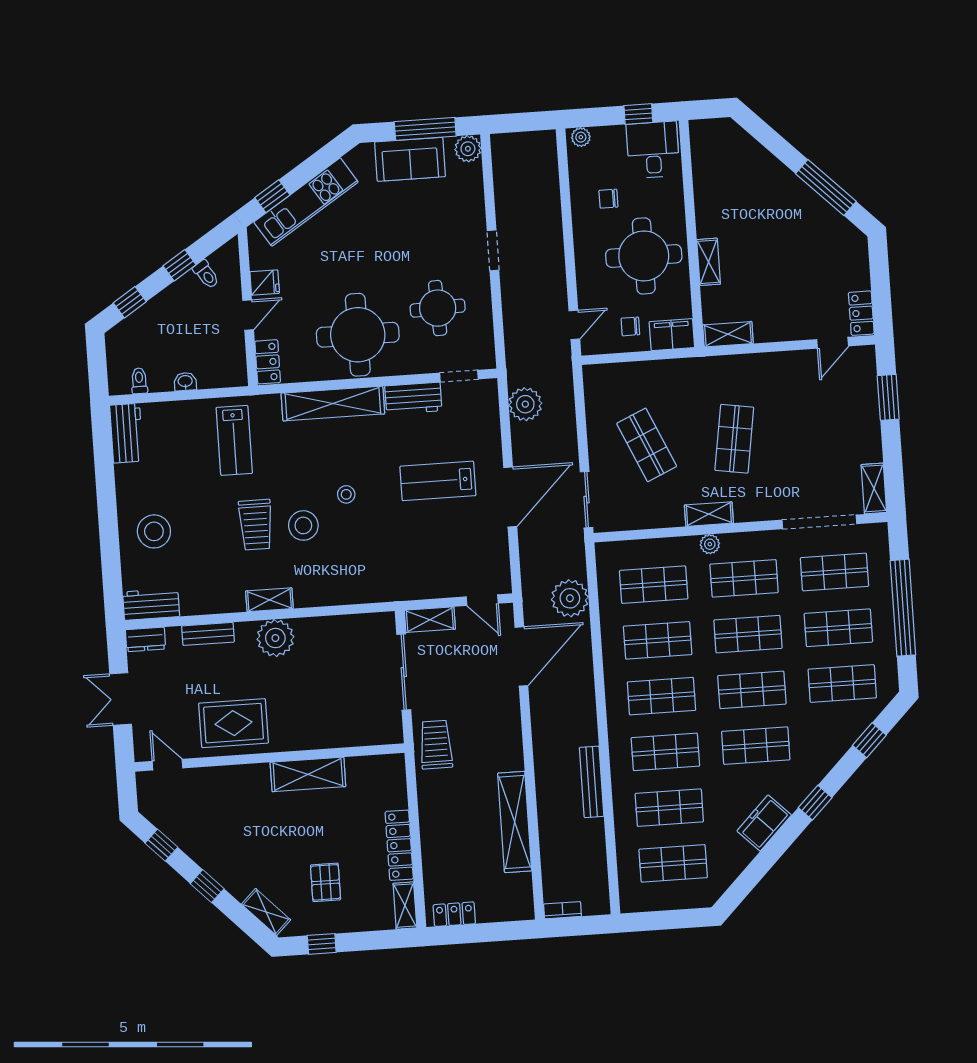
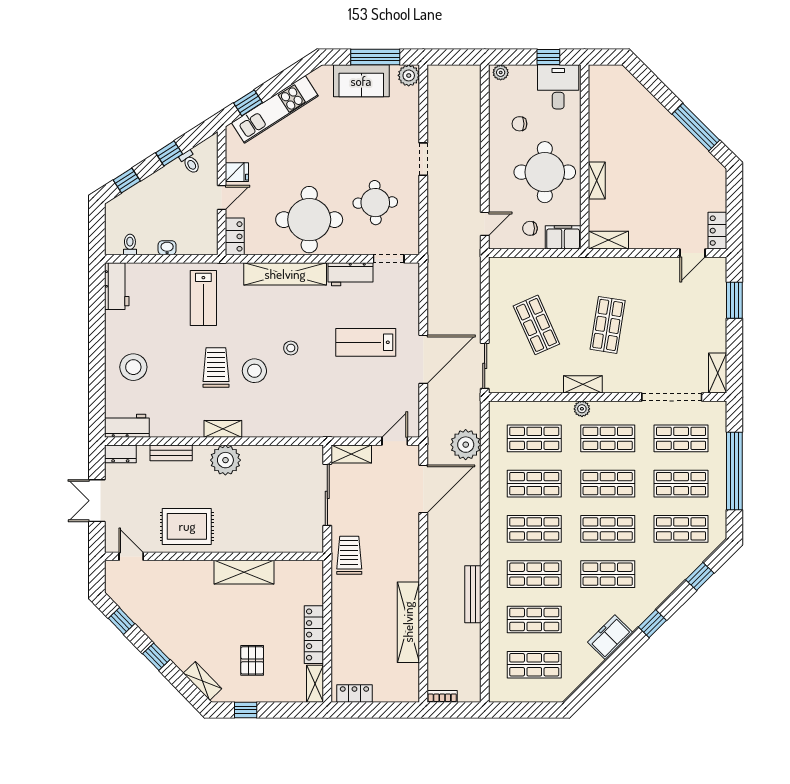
plant: (525, 404) -> (441, 285), removed
trolley: (256, 525) -> (216, 367), turned 180
door: (482, 600) -> (395, 441), swing flipped

